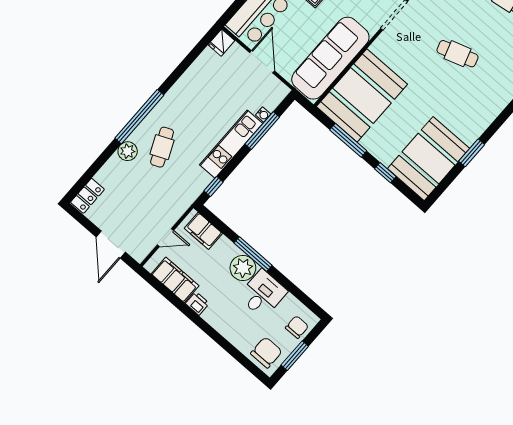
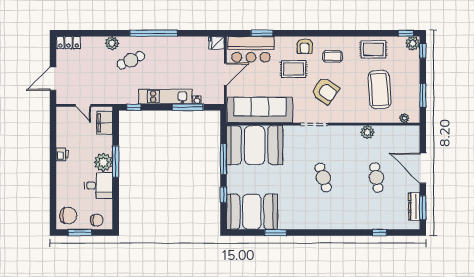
window: (139, 117) -> (153, 33), moved
filing cabinet: (175, 280) -> (64, 131), removed

